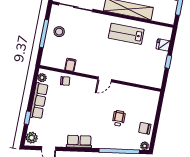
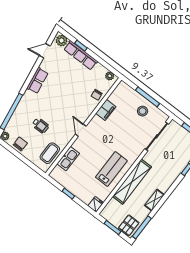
fridge: (163, 45) -> (96, 204), moved
filing cabinet: (70, 65) -> (106, 110), width x2.00
kitchen sink: (136, 78) -> (68, 159), added
coffee table: (140, 97) -> (50, 153), added
row of seats: (39, 101) -> (81, 55), moved

